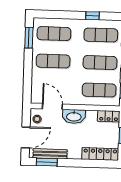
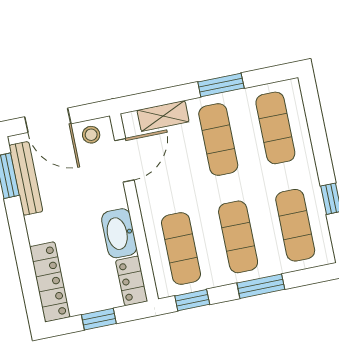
window: (29, 38) -> (221, 85), moved
shelving: (36, 84) -> (163, 116), added
washbasin: (74, 116) -> (119, 233), moved

